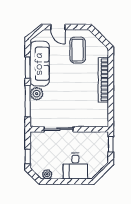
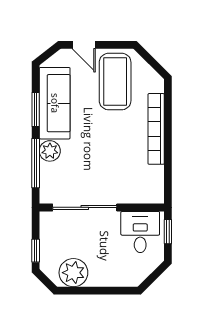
coffee table: (78, 50) -> (115, 82), width x1.36, depth x1.32
sliding door: (59, 129) -> (85, 207), width x1.37
desk: (75, 166) -> (140, 232), moved, turned 180
plant: (47, 174) -> (73, 273), width x1.87, depth x1.87

